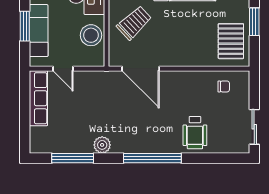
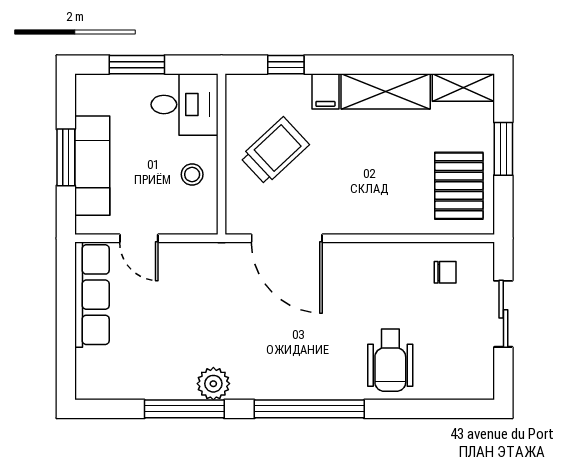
stool: (91, 35) -> (192, 174), width x0.53, depth x0.53
sliding door: (254, 127) -> (503, 314), moved
window: (73, 158) -> (184, 409), moved

